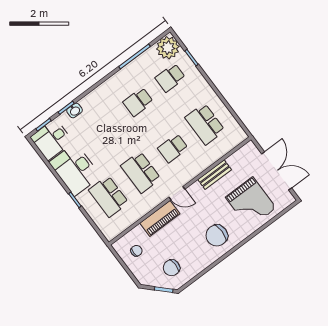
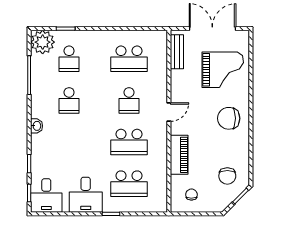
washbasin: (75, 110) -> (37, 126), moved
desk: (75, 169) -> (86, 195), width x0.73
bench: (215, 175) -> (177, 52), moved
door: (177, 193) -> (169, 112), moved
chair: (217, 235) -> (229, 118), turned 90

